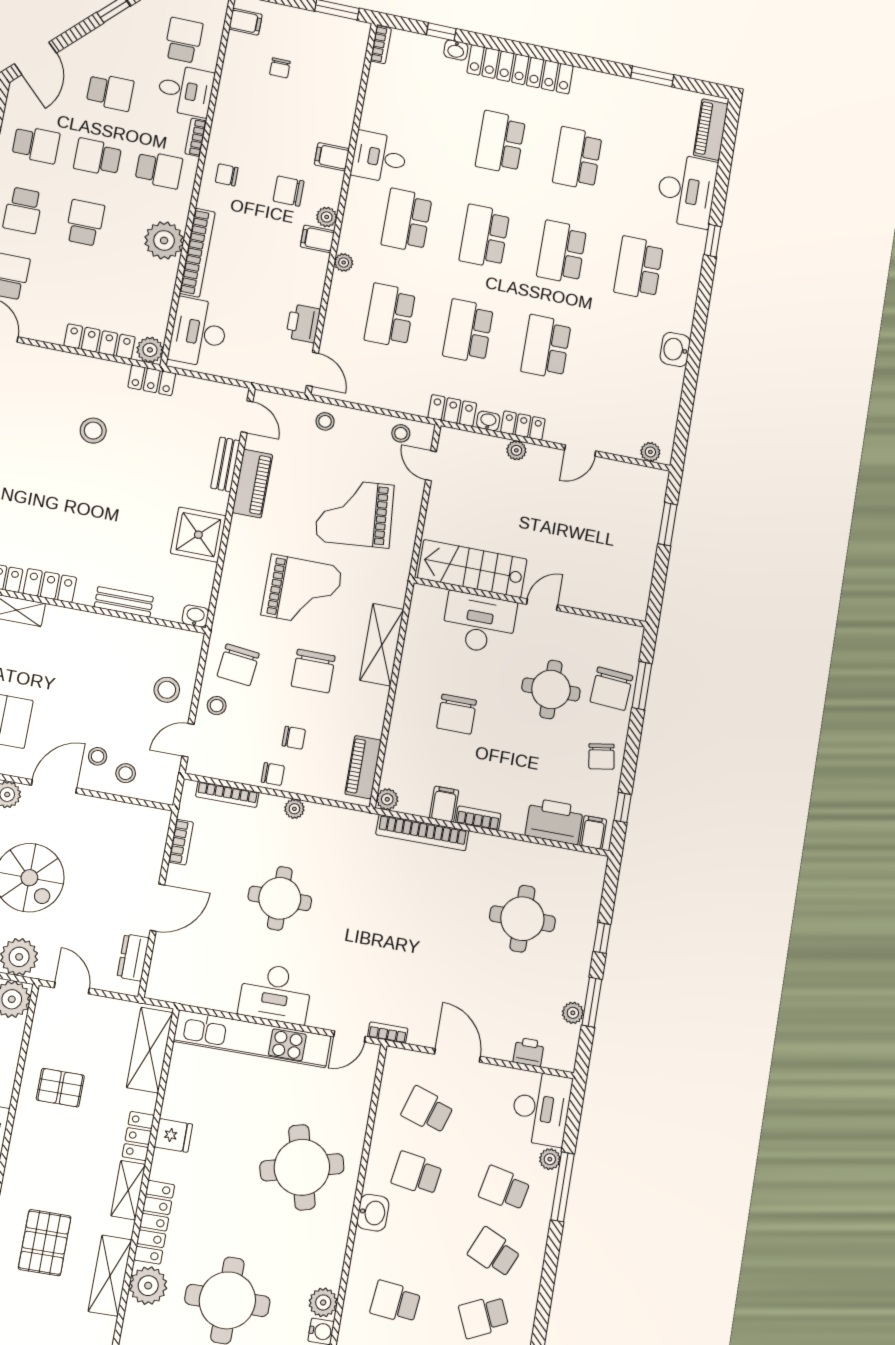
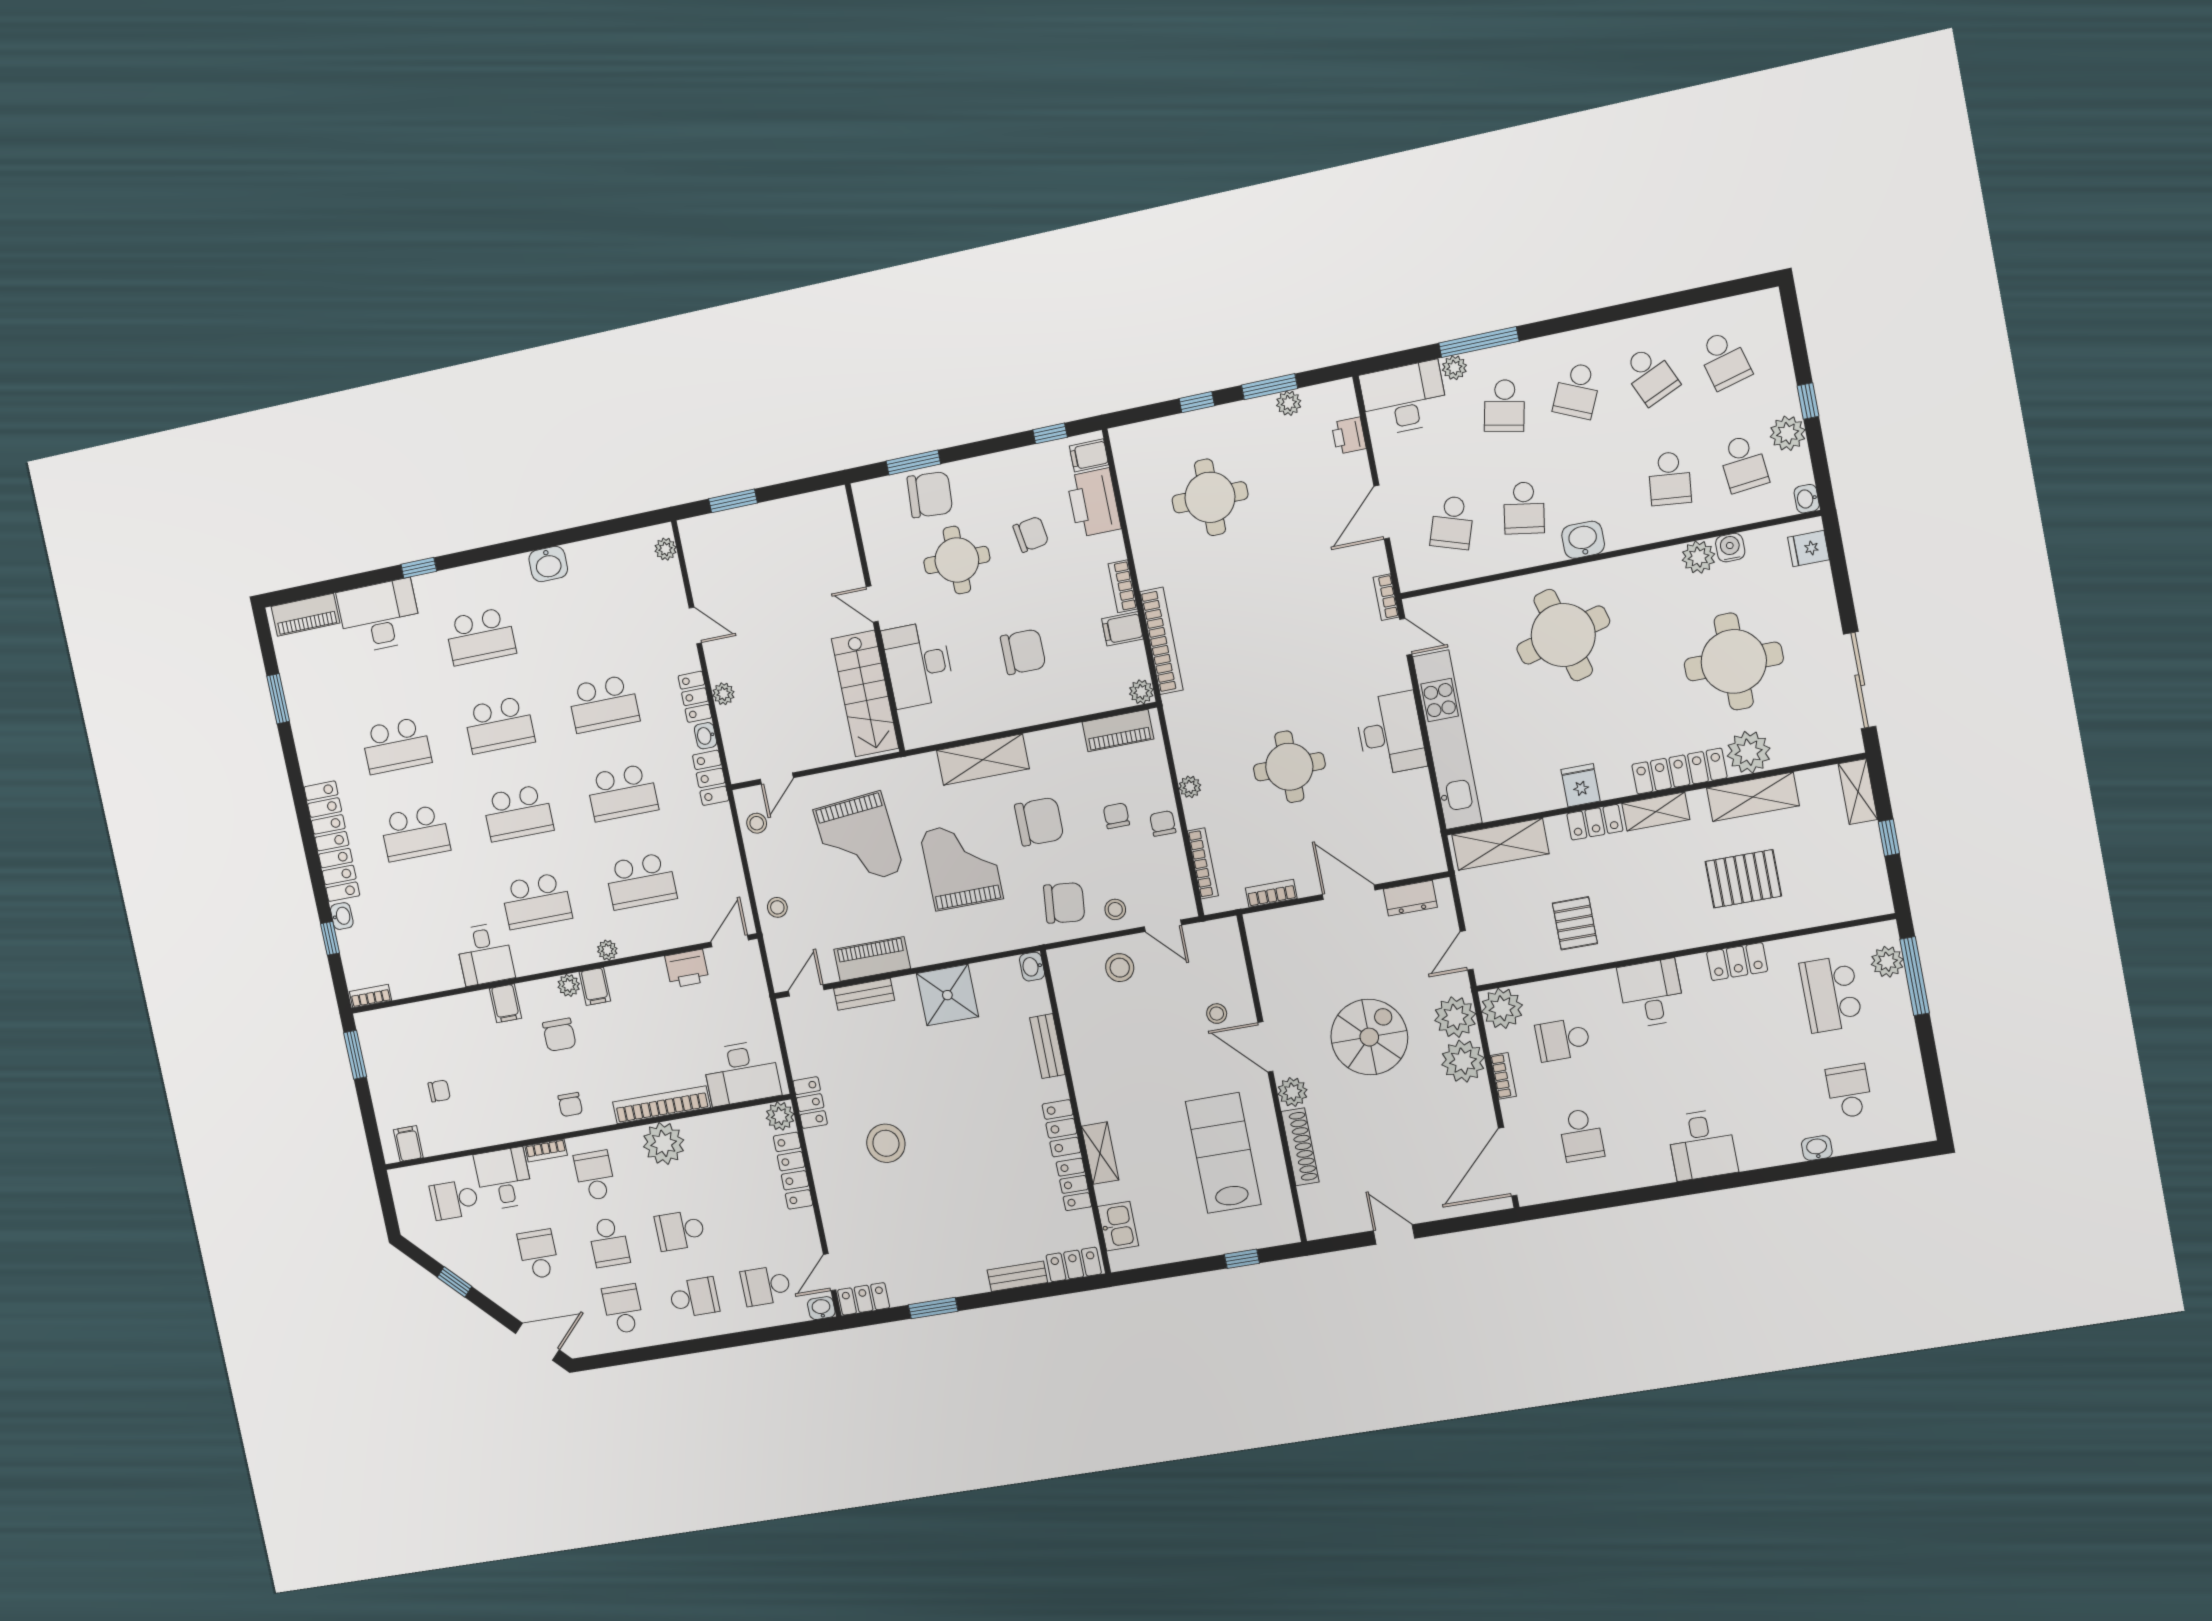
stool: (93, 431) -> (886, 1143), width x1.38, depth x1.38
chair: (601, 756) -> (1031, 534), moved
stool: (126, 773) -> (1223, 978), removed

